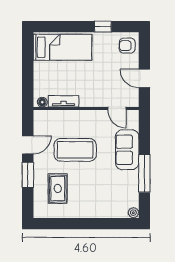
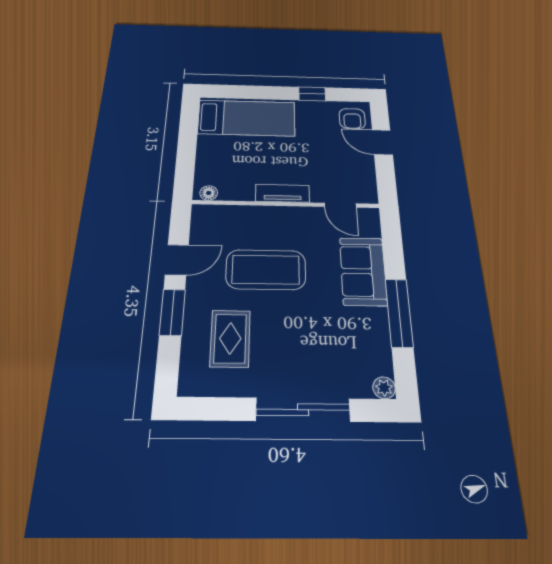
armchair: (127, 46) -> (352, 119), turned -90
door: (144, 78) -> (382, 142), moved
tv unit: (64, 101) -> (283, 193), moved
sliding door: (94, 224) -> (303, 410), added

